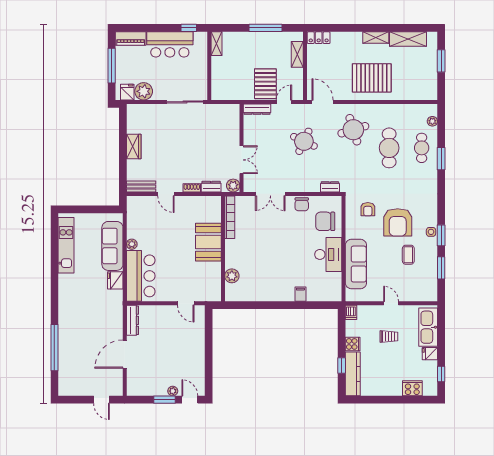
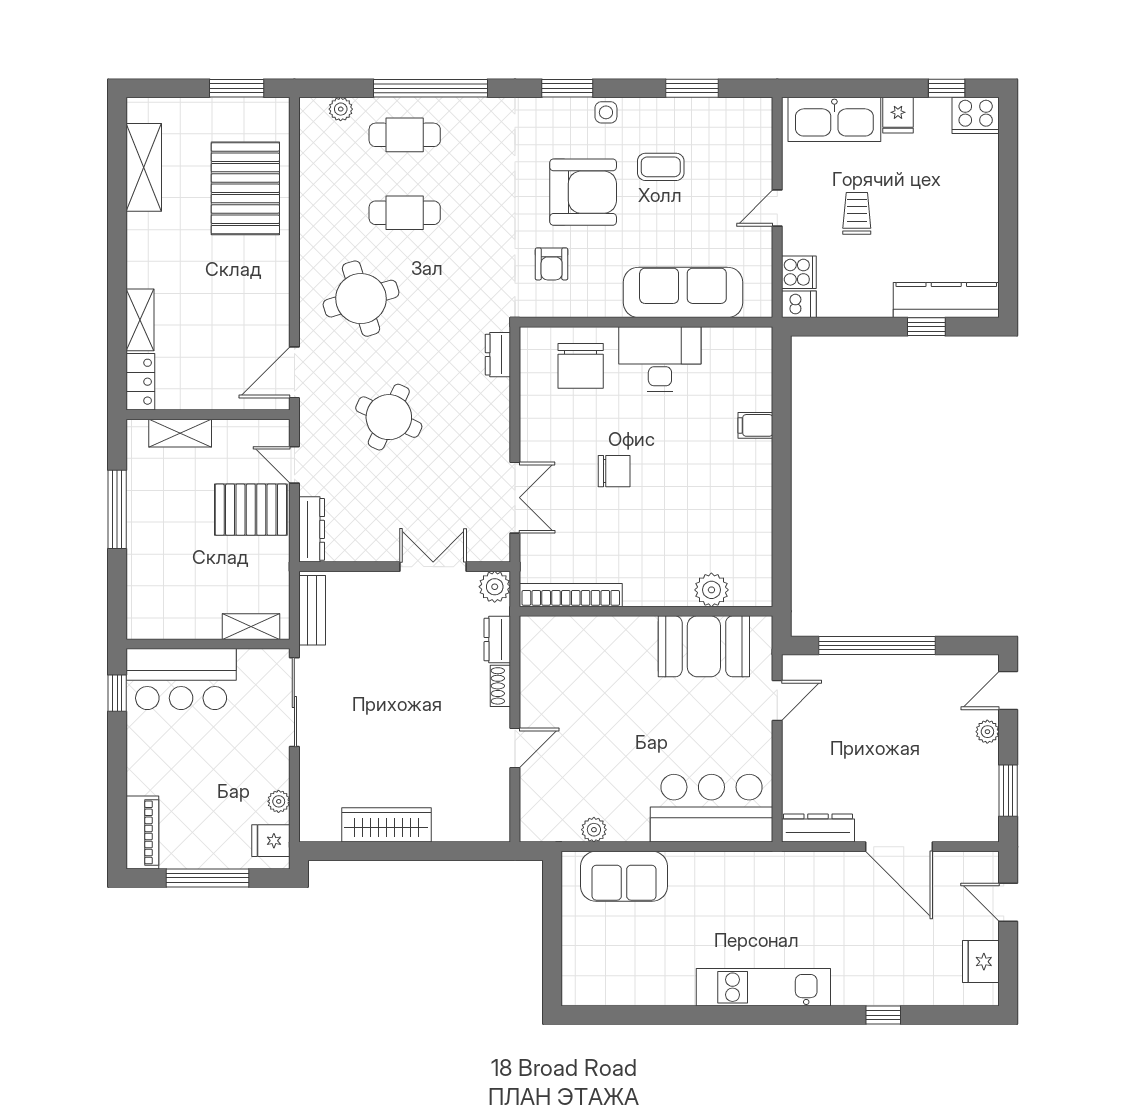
shelving: (376, 38) -> (140, 320), moved
bar counter: (170, 44) -> (181, 679), moved, turned 90
shelving: (216, 44) -> (251, 627), moved
window: (441, 61) -> (237, 88), moved
pallet: (372, 78) -> (245, 188), moved
plant: (144, 91) -> (279, 801), width x0.53, depth x0.53
wardrobe: (134, 147) -> (386, 825), width x1.50
cafe table: (389, 148) -> (405, 213), width x0.73, depth x0.74
window: (441, 159) -> (430, 88), width x2.11
bench: (141, 187) -> (312, 610), moved
chair: (302, 204) -> (614, 471), moved
armchair: (368, 209) -> (552, 264), turned 90
window: (441, 235) -> (567, 88), moved
booth: (208, 242) -> (704, 646), moved
plant: (132, 244) -> (594, 830), moved
kitchen unit: (66, 245) -> (763, 987), moved
sofa: (112, 246) -> (624, 876), width x0.73
fridge: (115, 280) -> (981, 962), moved, turned 90
cooker: (353, 344) -> (799, 272), moved, turned 90
window: (209, 345) -> (877, 646), added
window: (54, 348) -> (883, 1015), width x0.32
cooker: (412, 388) -> (976, 115), moved, turned -90
door: (102, 400) -> (1008, 902), swing flipped
window: (164, 400) -> (1008, 791), moved

